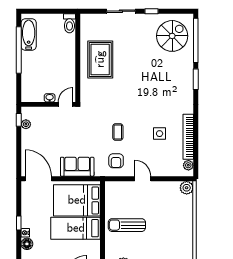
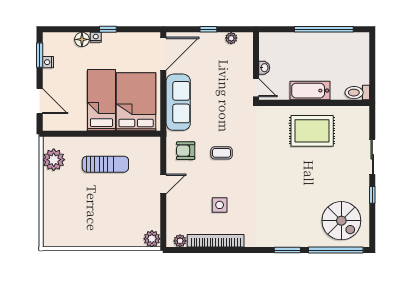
bathtub: (29, 35) -> (310, 91), moved, turned 180
window: (19, 120) -> (208, 29), moved
sofa: (77, 167) -> (178, 102), width x1.36
sun lounger: (127, 225) -> (105, 164), turned 90

